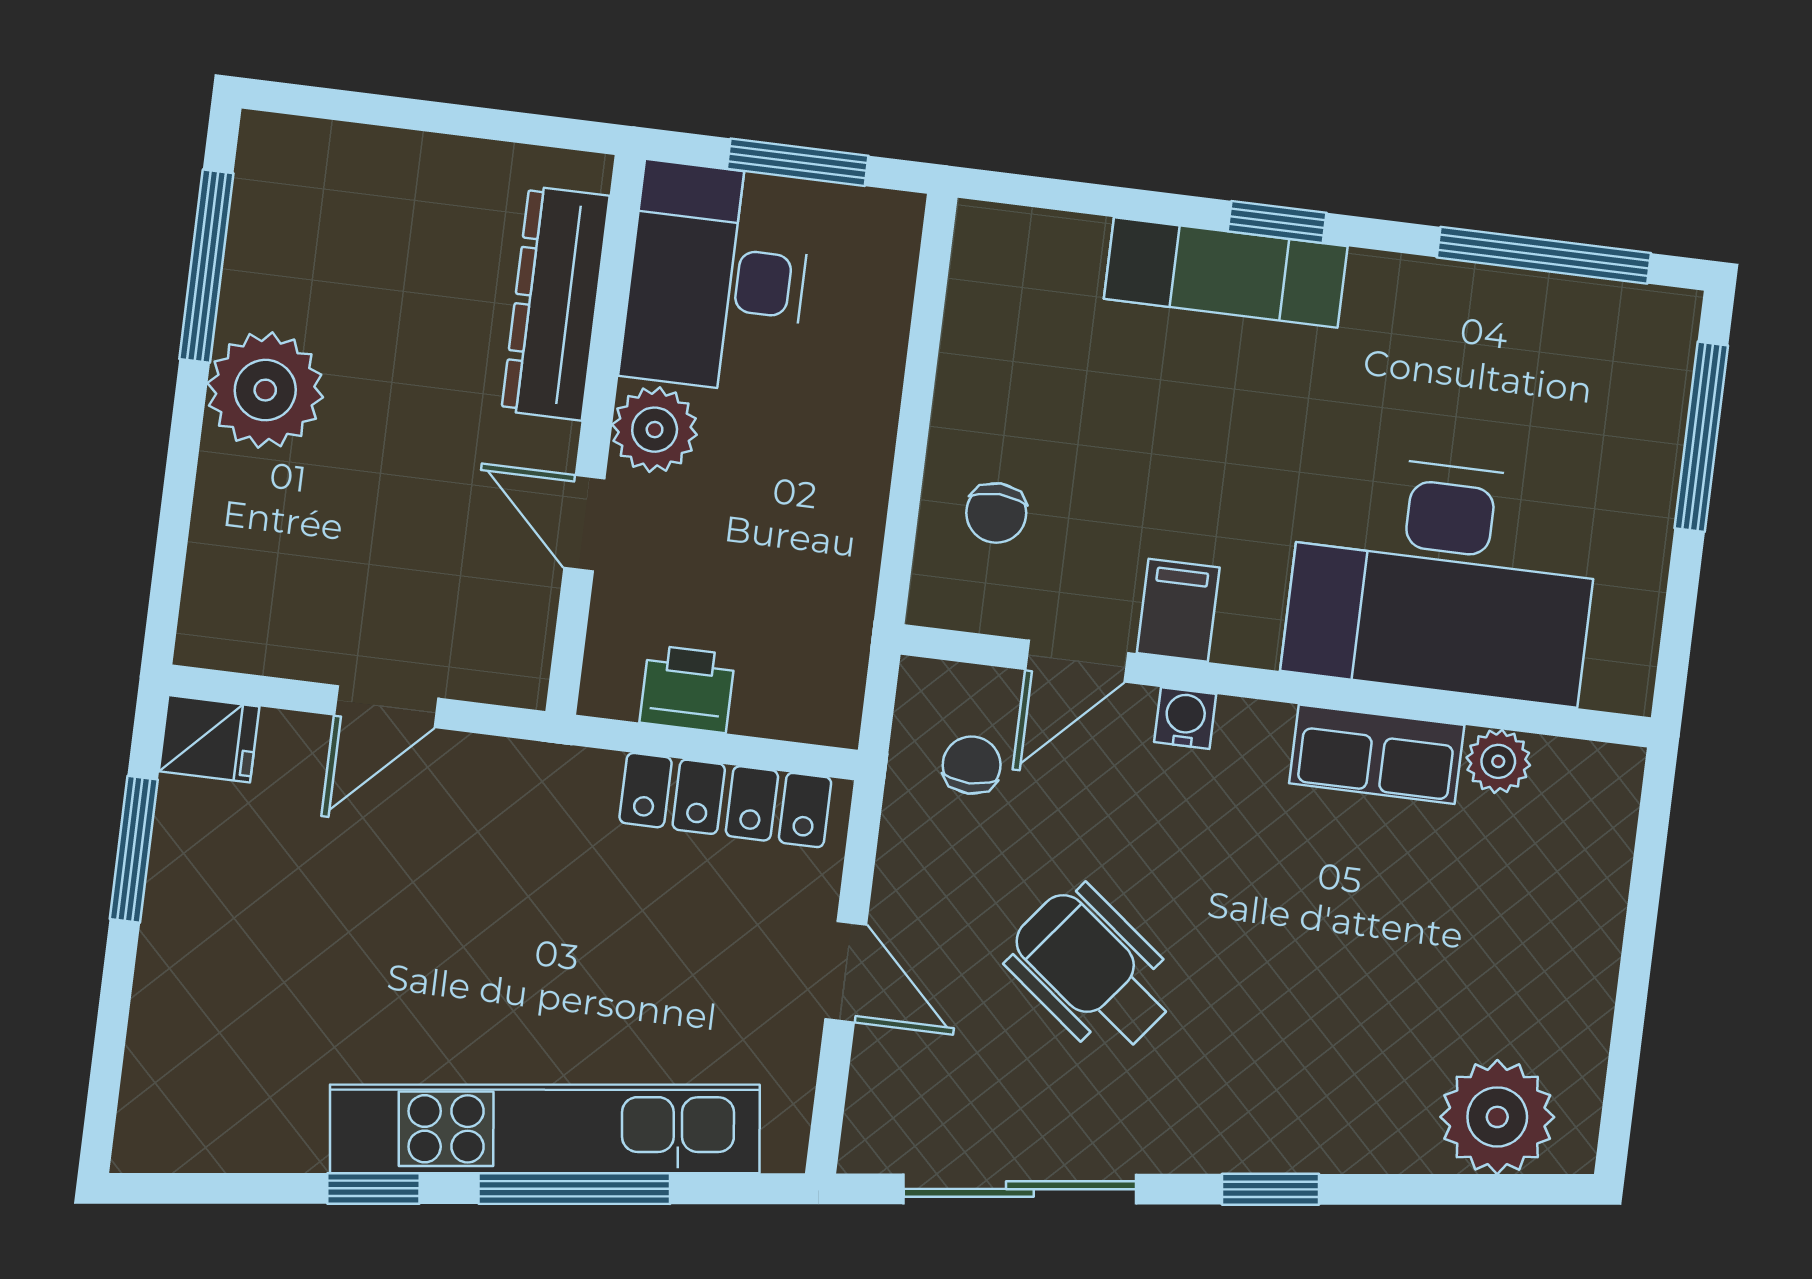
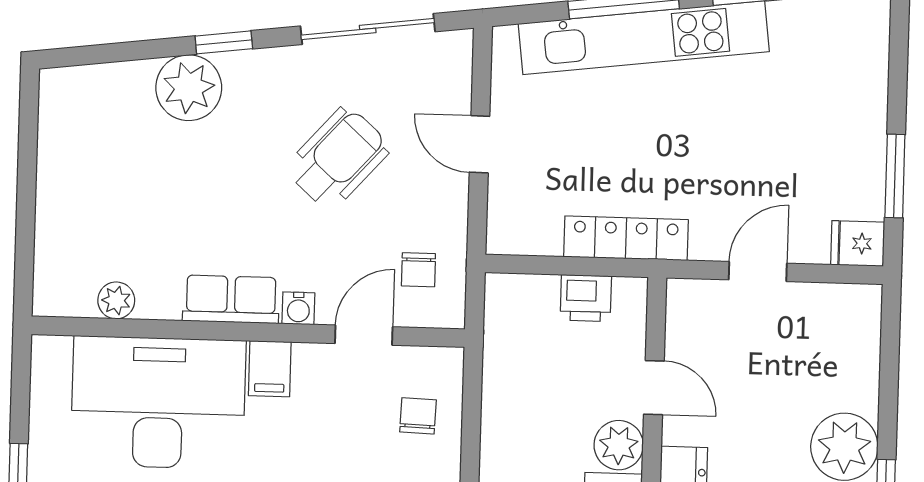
filing cabinet: (1178, 610) -> (270, 369), moved
row of seats: (1377, 754) -> (231, 299), moved
locker: (725, 800) -> (626, 238), moved
wheelchair: (1092, 971) -> (338, 158), turned -86
plant: (1497, 1117) -> (189, 88), moved

